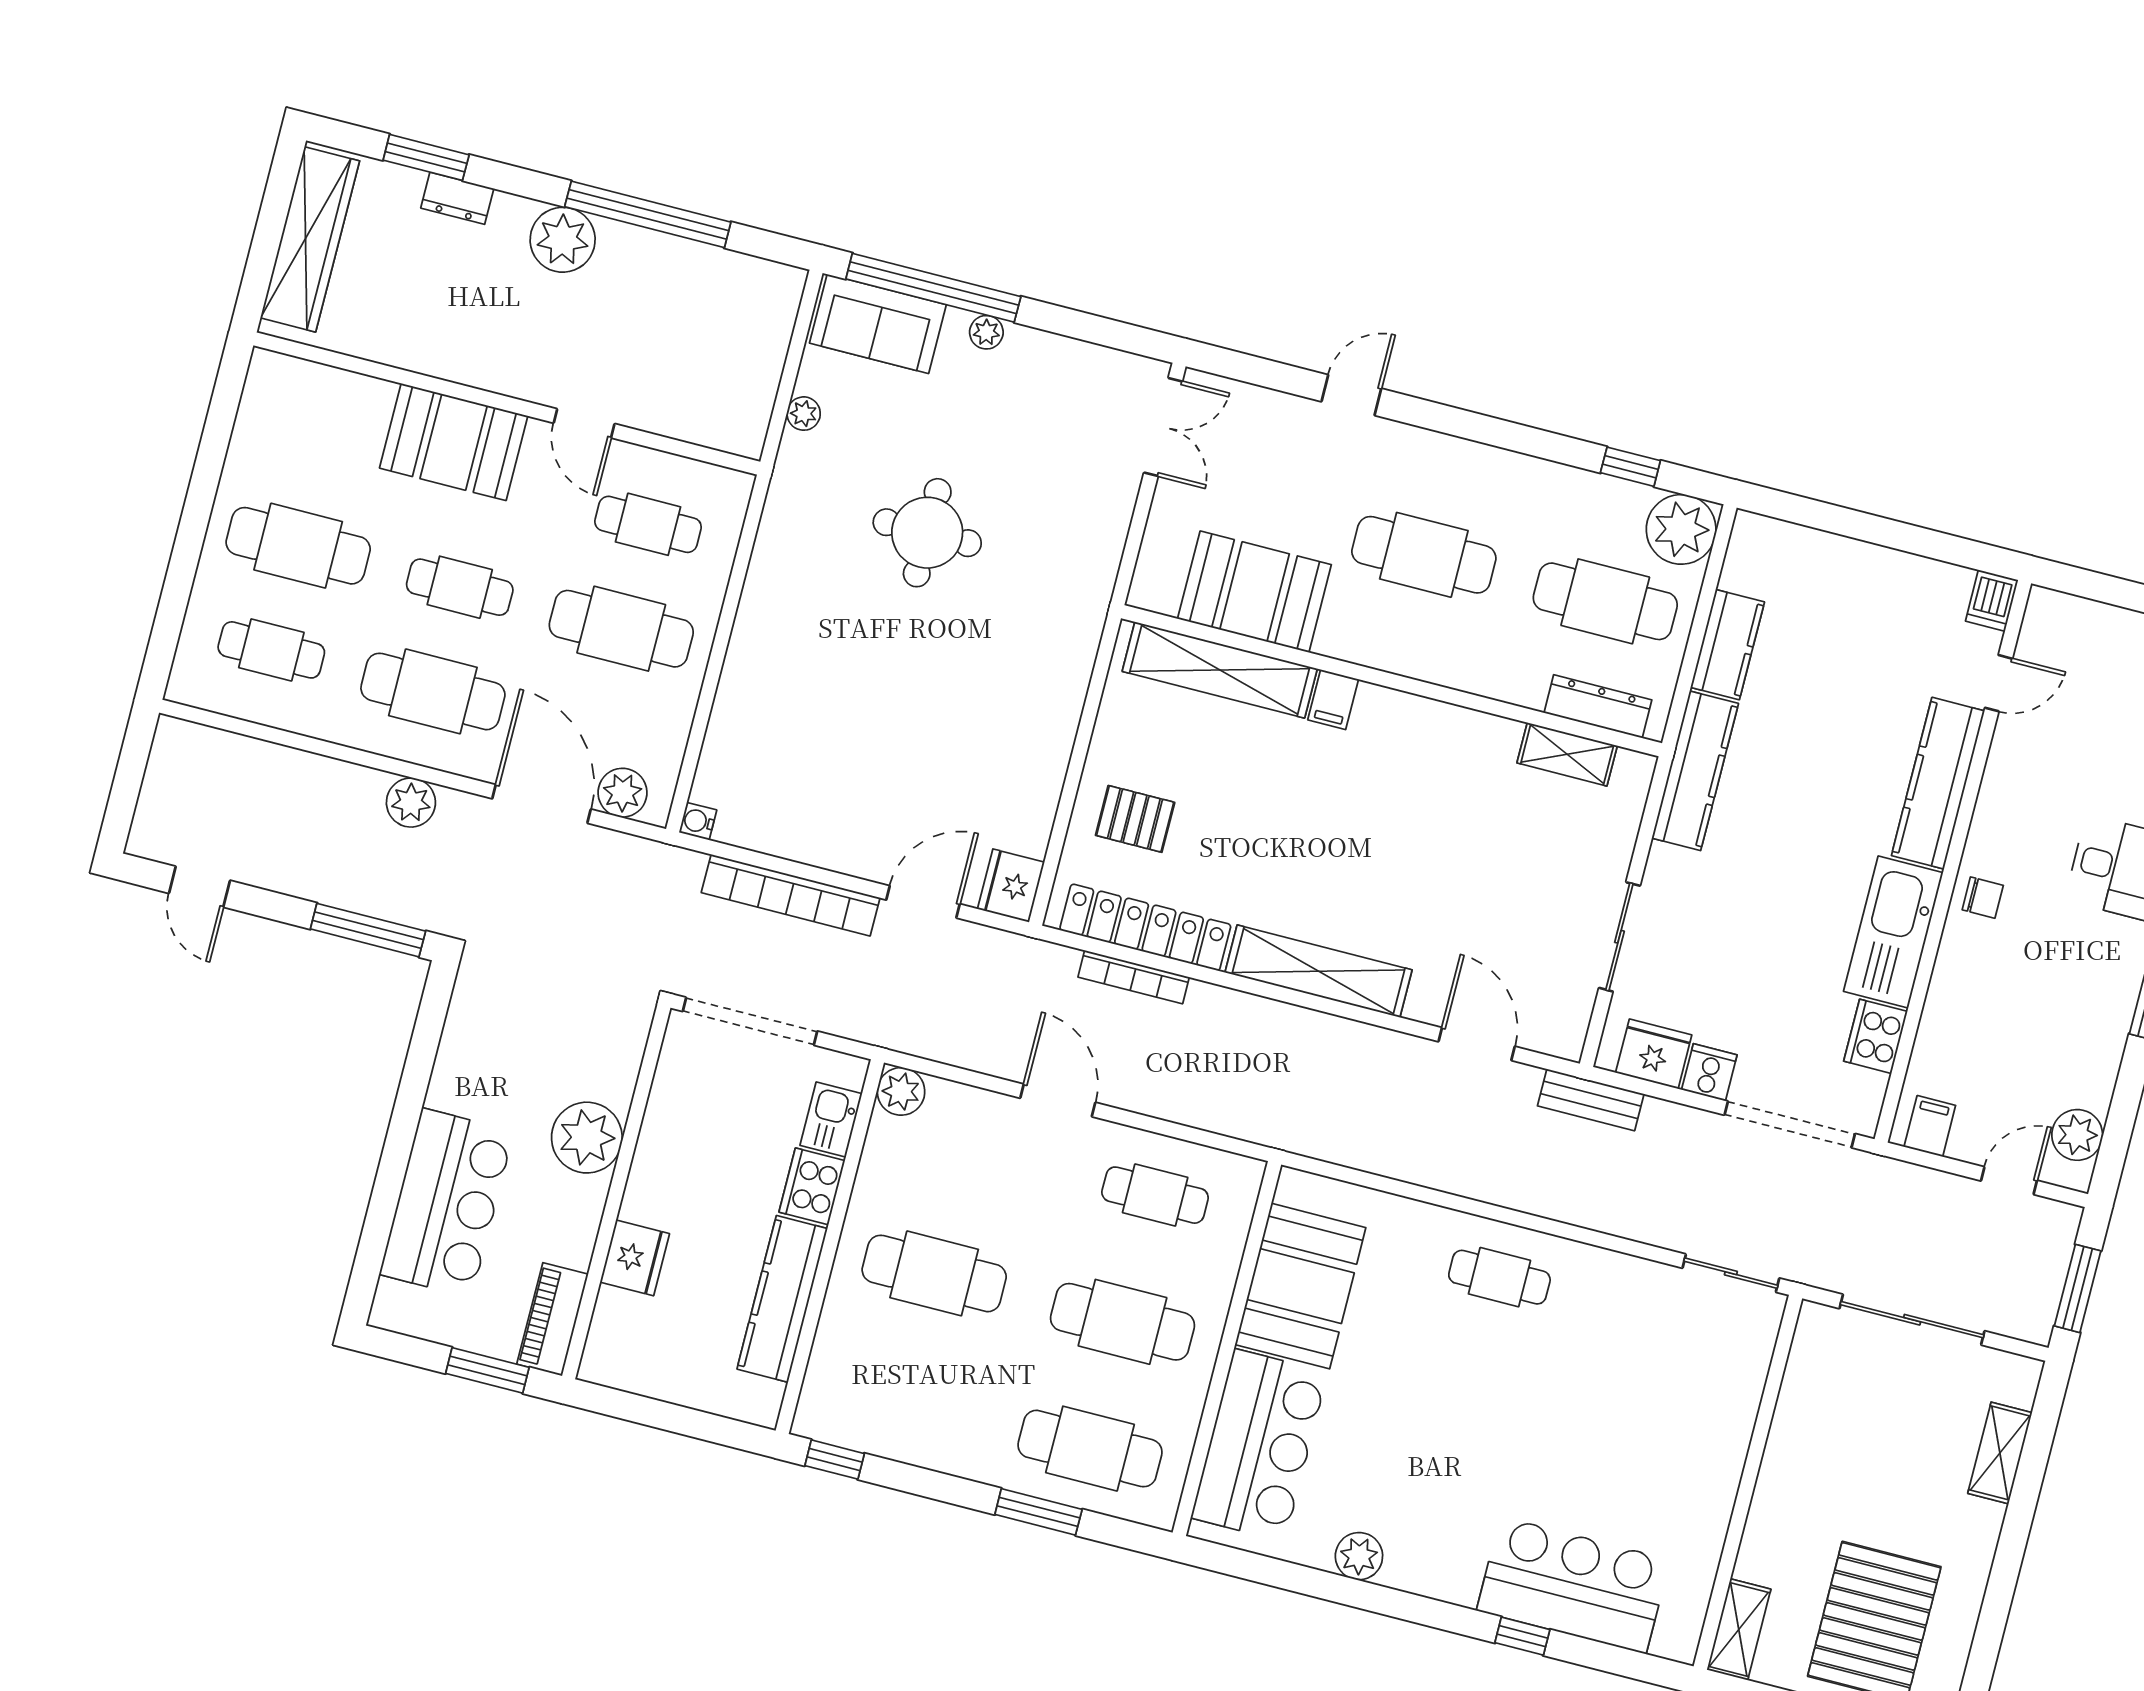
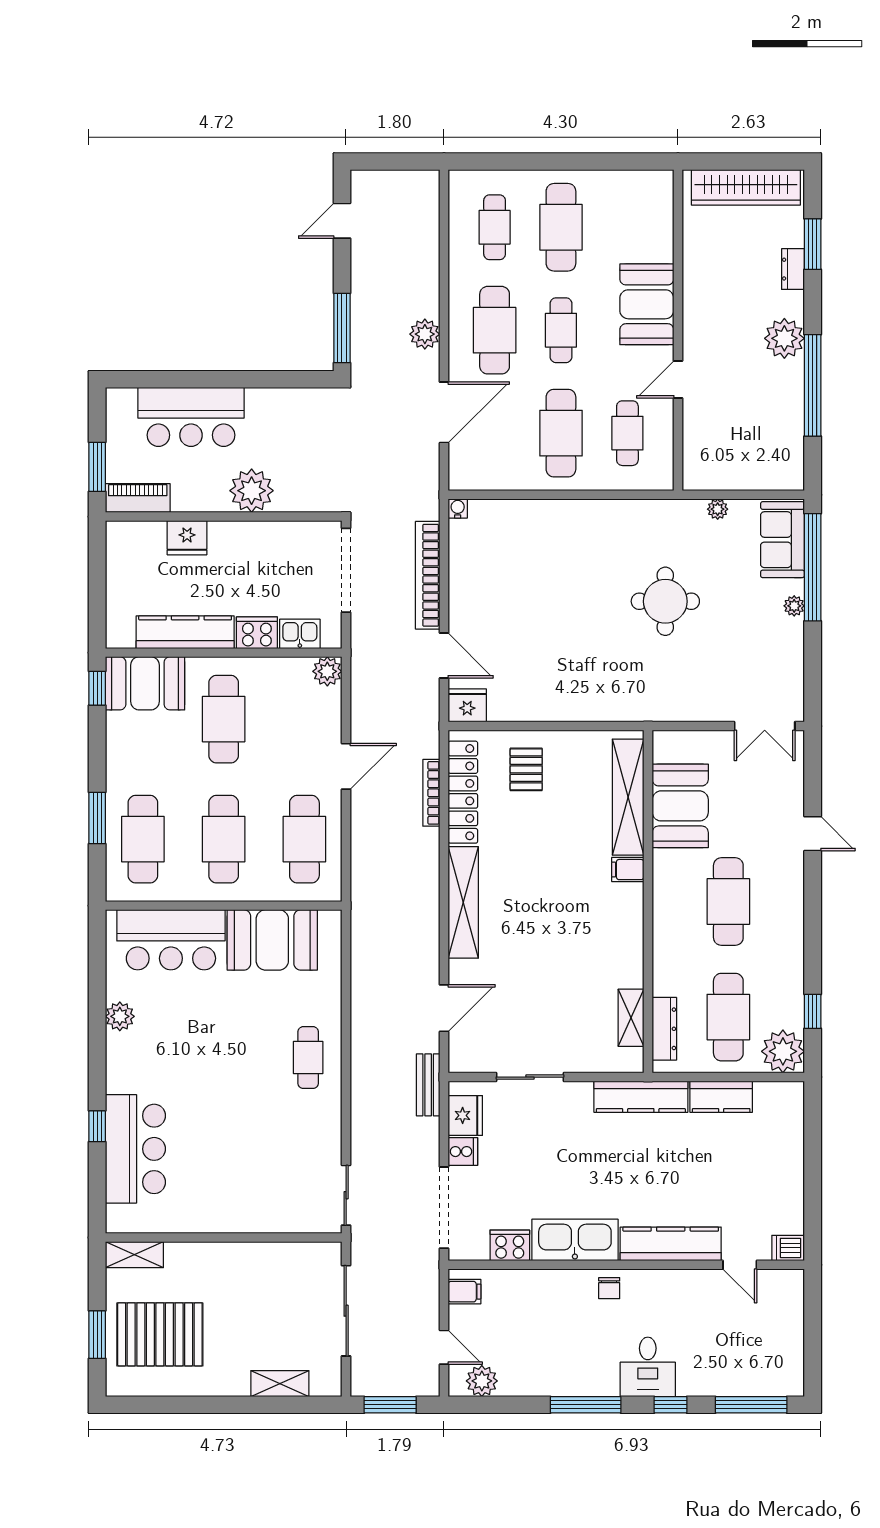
plant: (623, 793) -> (463, 459), removed
cafe table: (1155, 1195) -> (304, 839), width x1.37, depth x1.35
booth: (846, 1382) -> (145, 683), added

